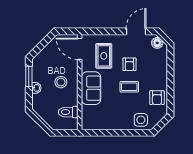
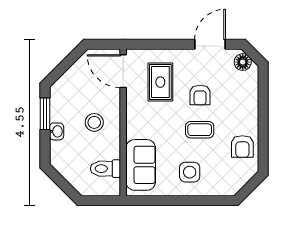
sofa: (91, 88) -> (141, 165), moved
side table: (141, 120) -> (190, 172), moved

